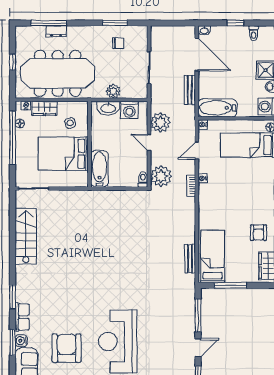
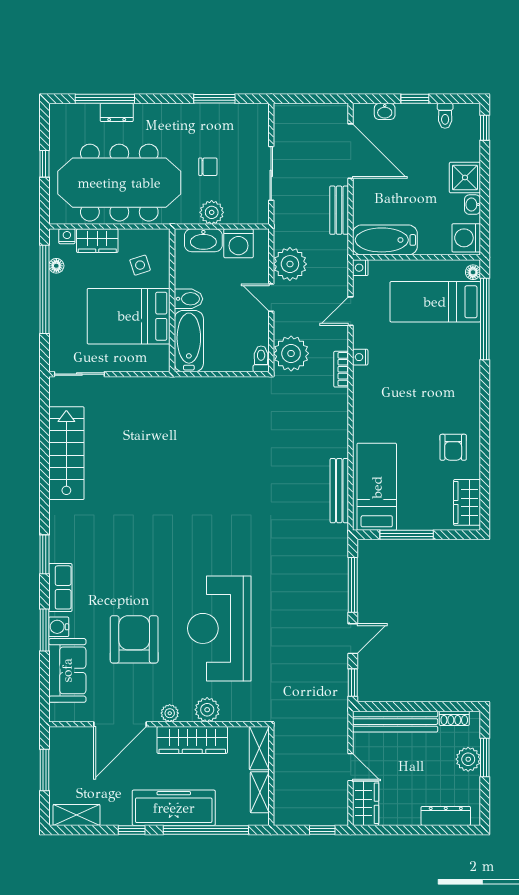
washbasin: (204, 31) -> (385, 111), moved
chair: (118, 43) -> (208, 167), moved
bidet: (99, 143) -> (189, 299), added
bench: (190, 259) -> (339, 491), width x1.36

